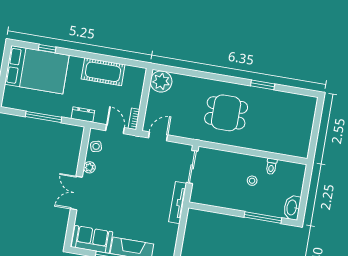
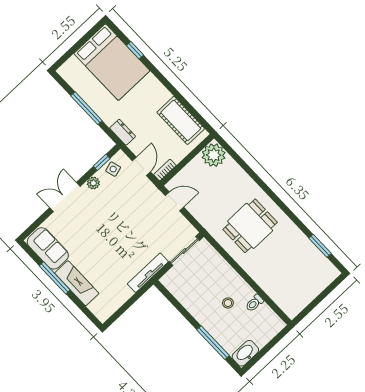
cot: (103, 72) -> (181, 120), moved
window: (263, 85) -> (320, 246), moved
dining table: (226, 113) -> (250, 226), turned 90
window: (84, 148) -> (102, 162), added

